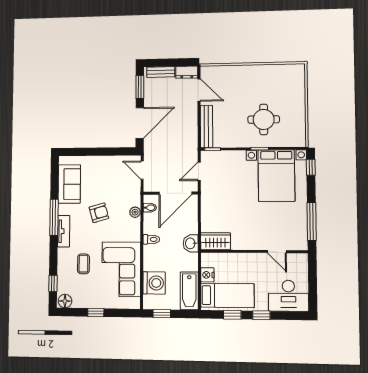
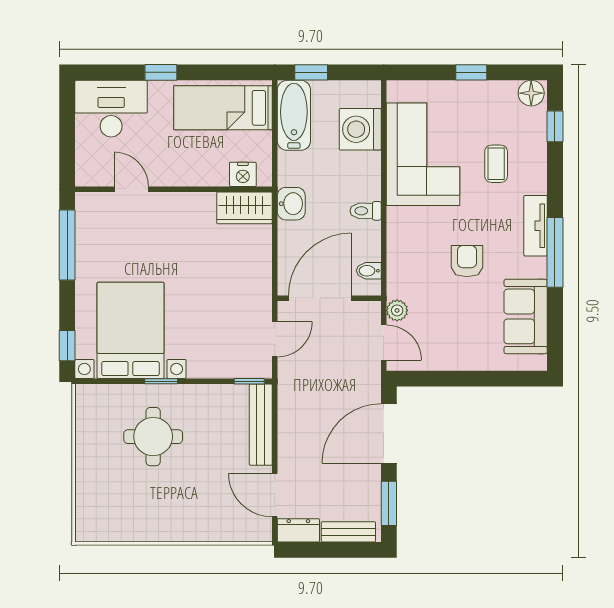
plant: (135, 212) -> (397, 310), moved
armchair: (99, 213) -> (467, 261), turned 106
nightstand: (207, 275) -> (243, 174), moved, turned 90
window: (162, 314) -> (311, 72), moved
window: (232, 315) -> (214, 72), removed

